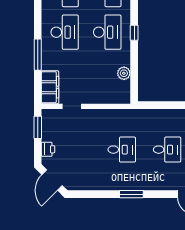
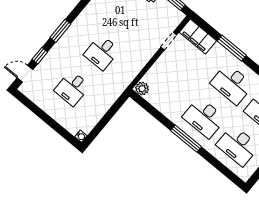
window: (134, 33) -> (186, 139), width x2.17
plant: (124, 73) -> (142, 89), moved
window: (163, 194) -> (40, 56), added

